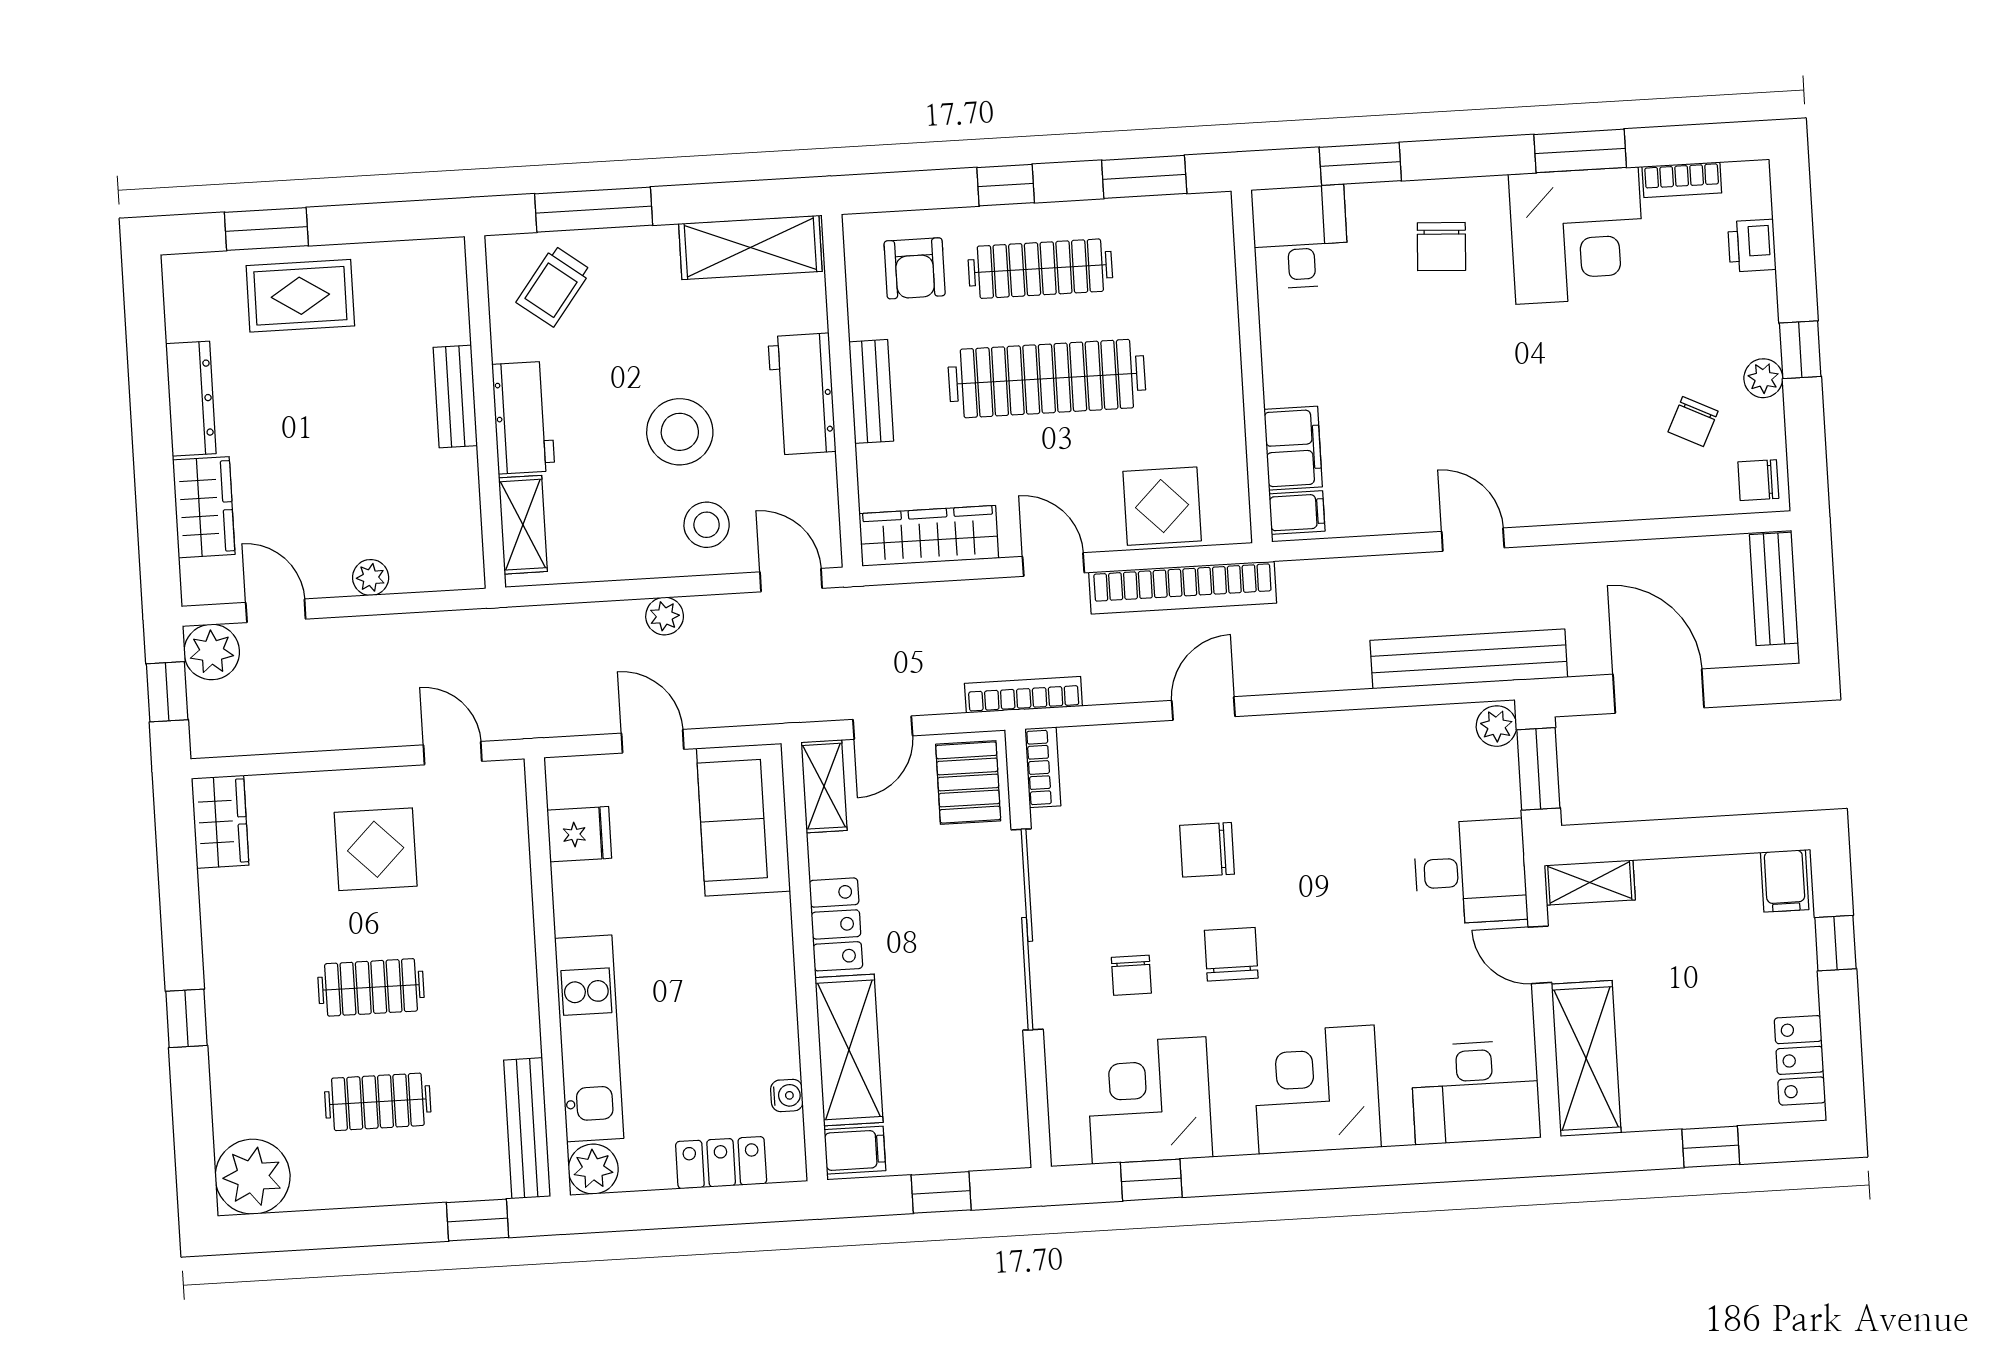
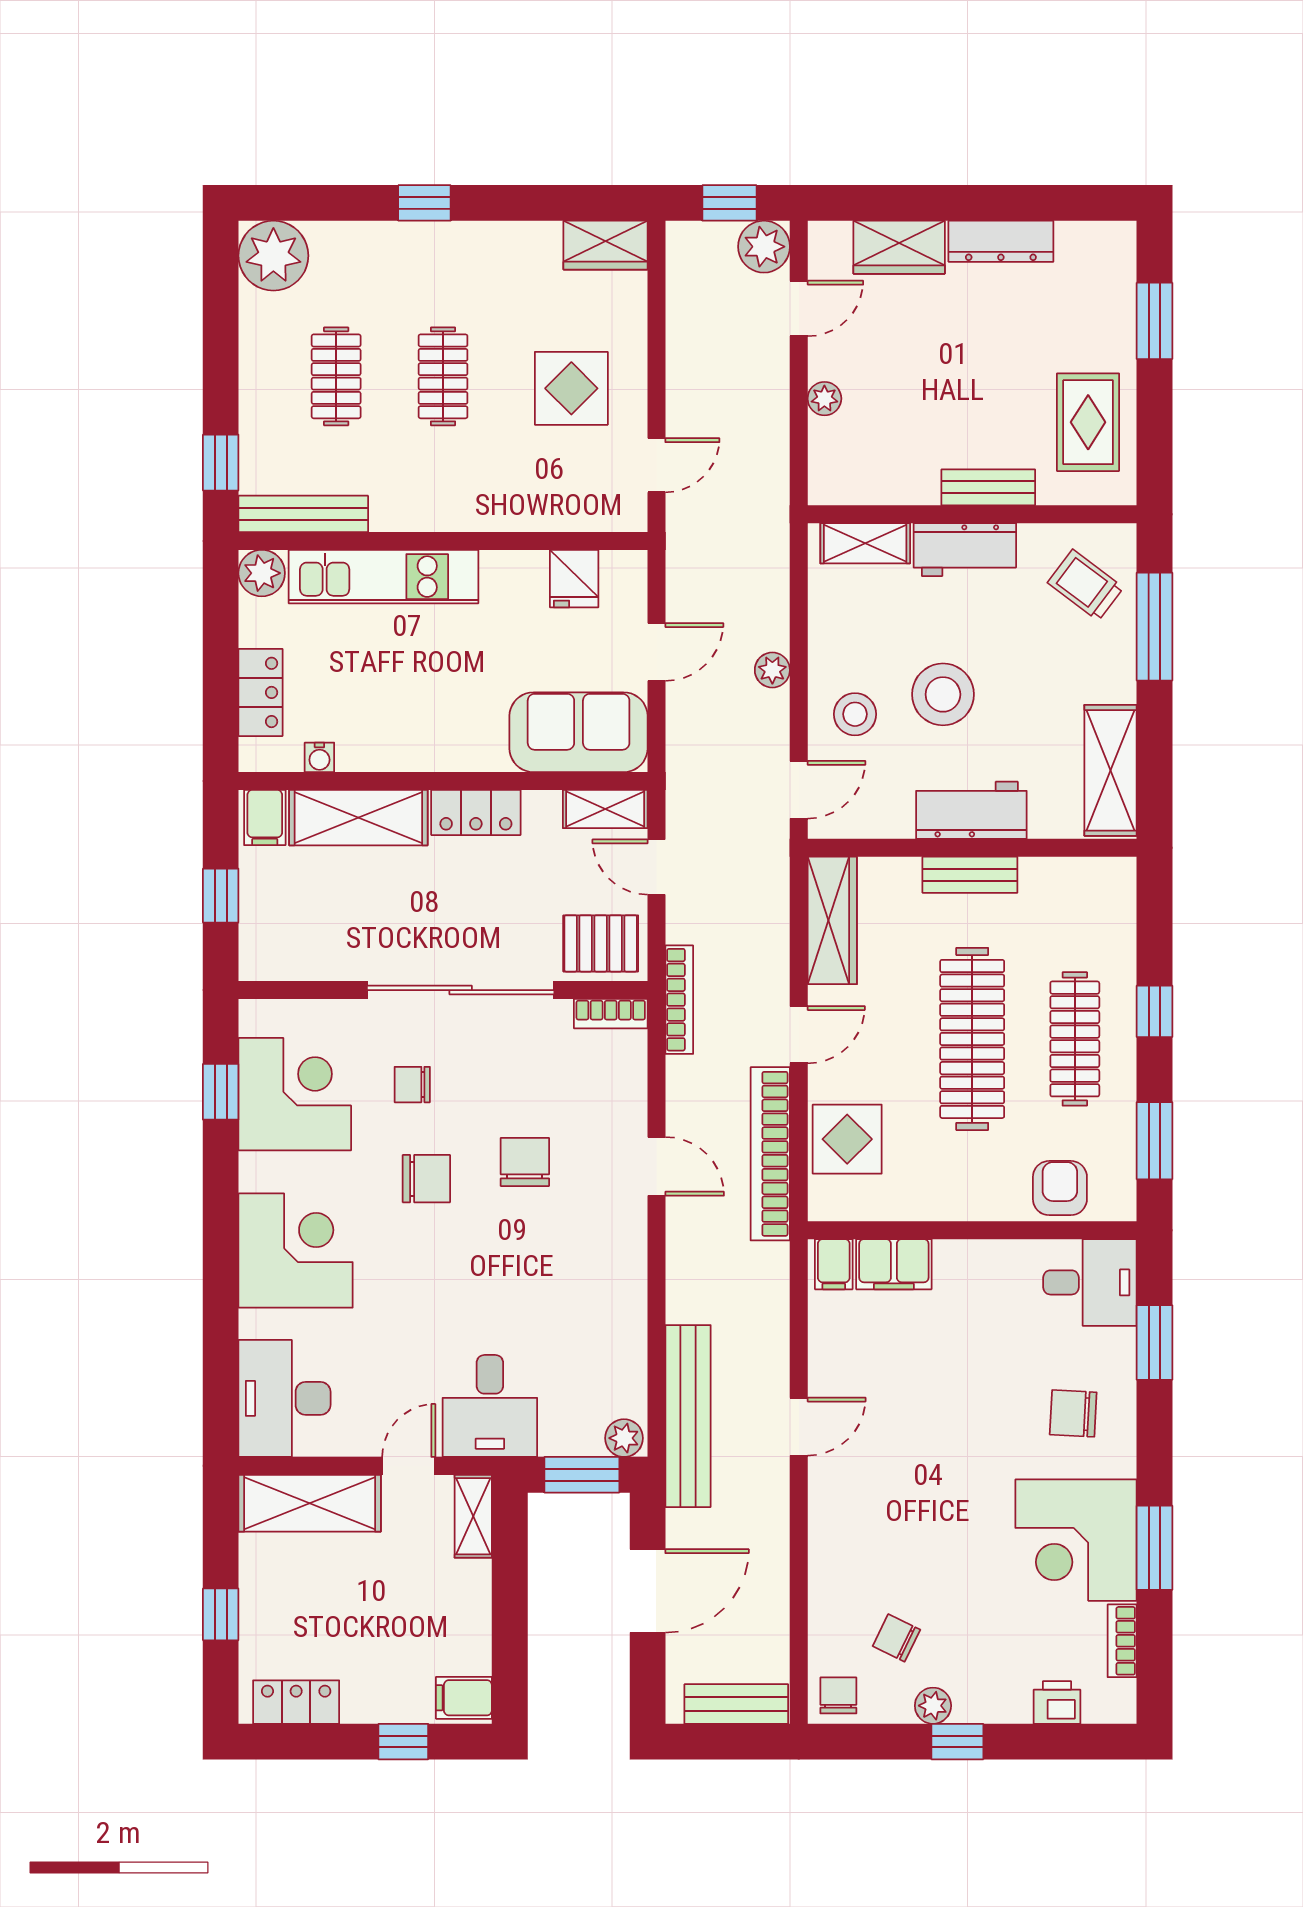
armchair: (915, 268) -> (1060, 1188), moved, turned 90
rug: (300, 296) -> (1088, 422), moved

